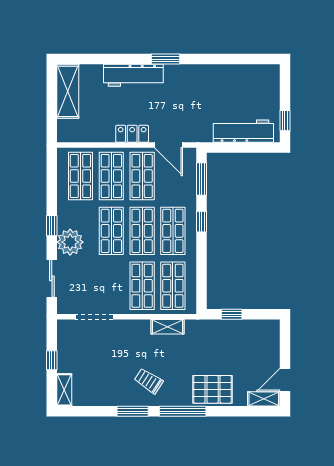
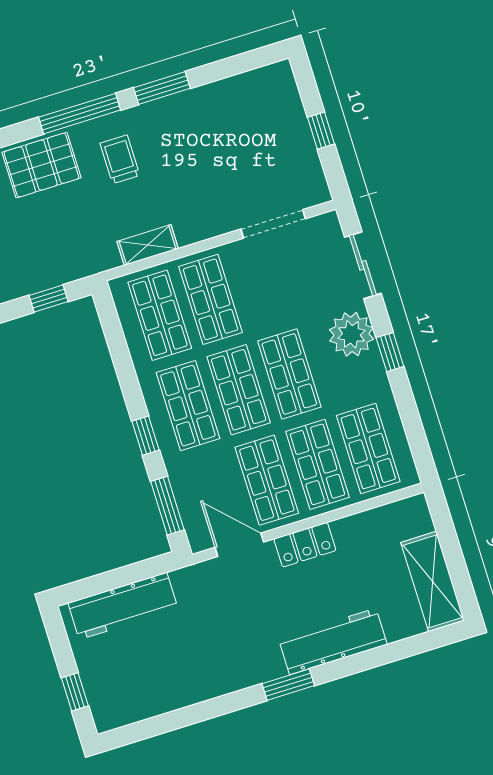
window: (285, 121) -> (75, 692), moved
trolley: (149, 381) -> (120, 159), moved, turned -123
shelving: (64, 390) -> (285, 88), removed

